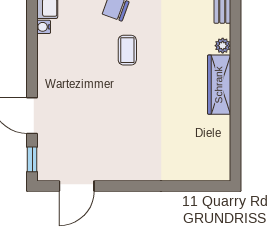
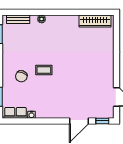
wardrobe: (219, 85) -> (95, 21), moved

